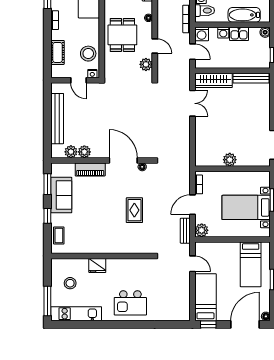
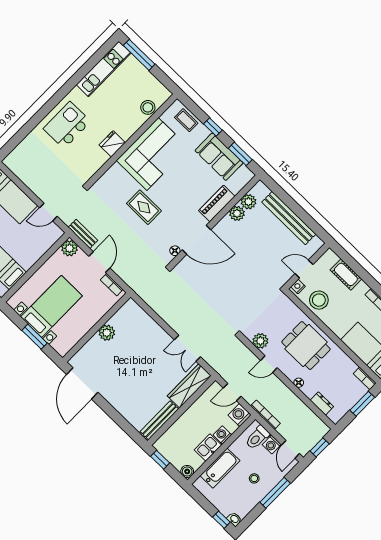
corner sofa: (98, 236) -> (152, 154), added
fridge: (97, 265) -> (112, 144), moved
stool: (70, 283) -> (148, 107), moved

